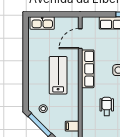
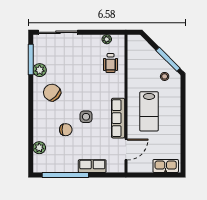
wheelchair: (107, 106) -> (111, 63), moved
filing cabinet: (72, 126) -> (134, 58), removed

